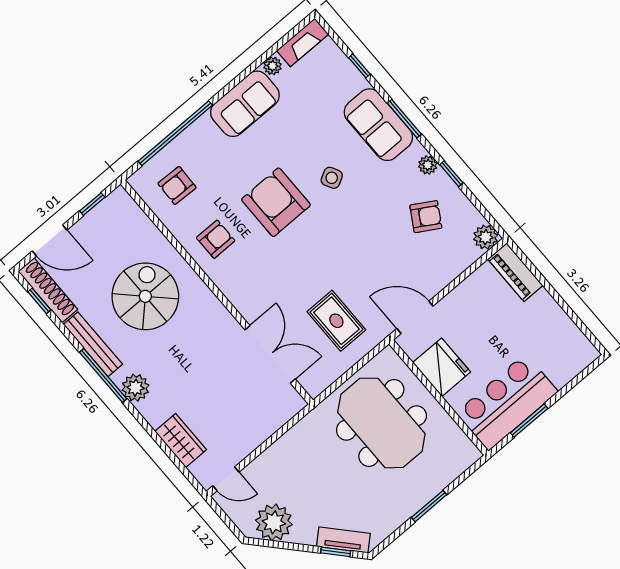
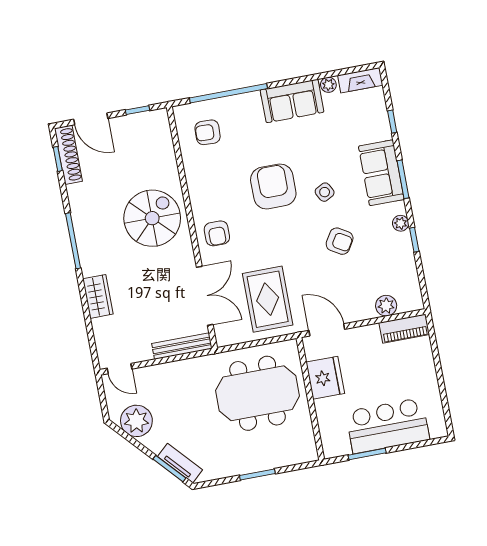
armchair: (426, 217) -> (340, 241), moved
plant: (486, 237) -> (386, 306), moved
armchair: (216, 239) -> (217, 233), moved, turned 90
piano: (515, 272) -> (404, 329), moved, turned -90
spiral stairs: (145, 296) -> (152, 218), moved
rug: (336, 321) -> (268, 299), width x1.36, depth x1.43
bench: (93, 344) -> (182, 346), moved, turned 90
plant: (135, 388) -> (92, 263), removed
bar counter: (507, 402) -> (388, 426), moved
meeting table: (381, 423) -> (258, 393), turned 90
wardrobe: (181, 440) -> (98, 296), moved
window: (336, 552) -> (169, 469), width x1.50

